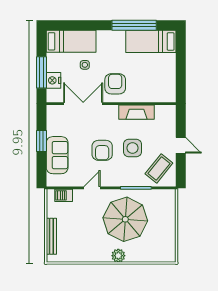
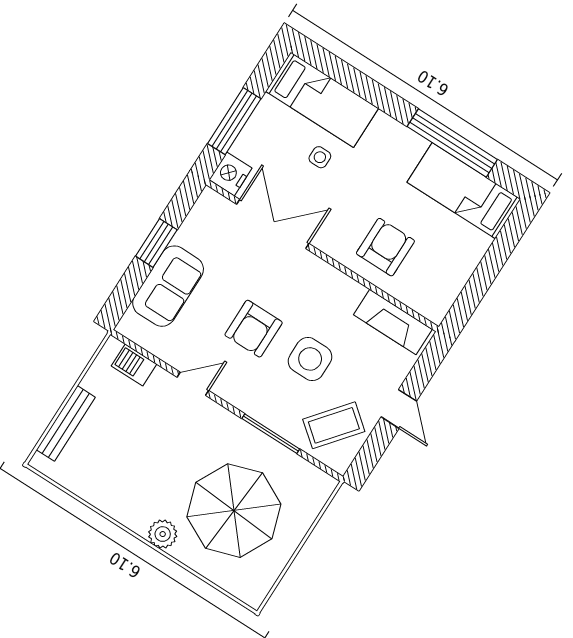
nightstand: (53, 80) -> (230, 174), moved
armchair: (115, 84) -> (385, 247), moved
fireplace: (136, 112) -> (393, 322), moved
parasol: (125, 219) -> (234, 511), moved

